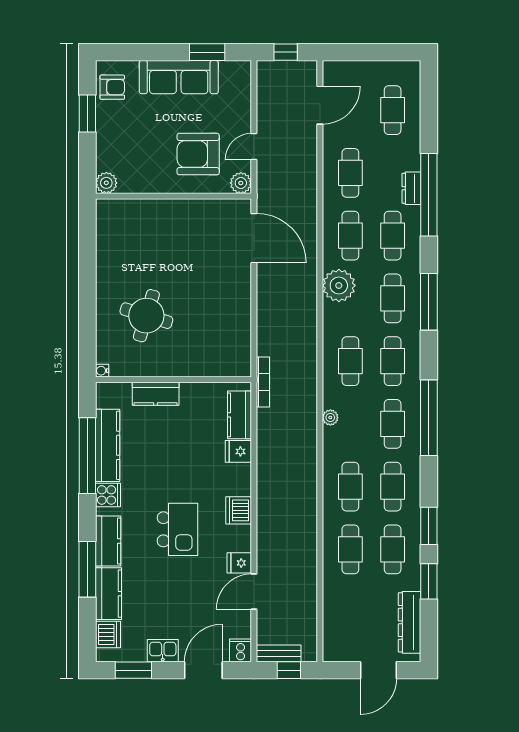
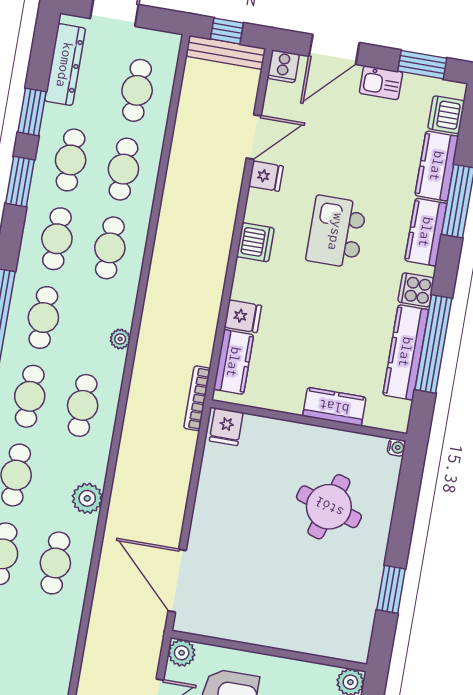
cafe table: (350, 173) -> (137, 90), moved
window: (87, 260) -> (391, 589), added
plant: (339, 285) -> (87, 498), width x0.73, depth x0.73
fridge: (236, 364) -> (226, 427), added
bench: (279, 653) -> (226, 52), width x1.36

